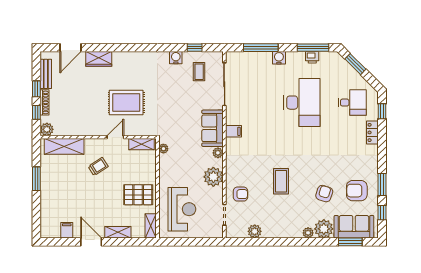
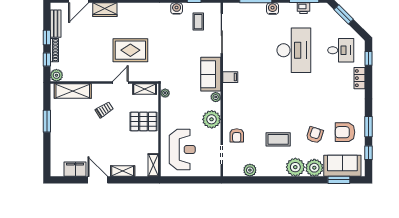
coffee table: (281, 181) -> (278, 139), moved, turned 90
armchair: (240, 194) -> (237, 135), turned 90
pallet: (138, 195) -> (143, 121), moved
filing cabinet: (67, 230) -> (75, 169), width x2.00
plant: (308, 233) -> (295, 167), width x1.87, depth x1.87

